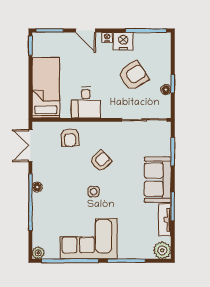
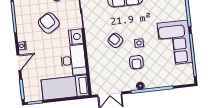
nightstand: (123, 41) -> (76, 37), moved, turned 180
desk: (86, 103) -> (73, 60), width x1.37
armchair: (70, 138) -> (136, 62), moved, turned 92
plant: (38, 253) -> (190, 80), removed

